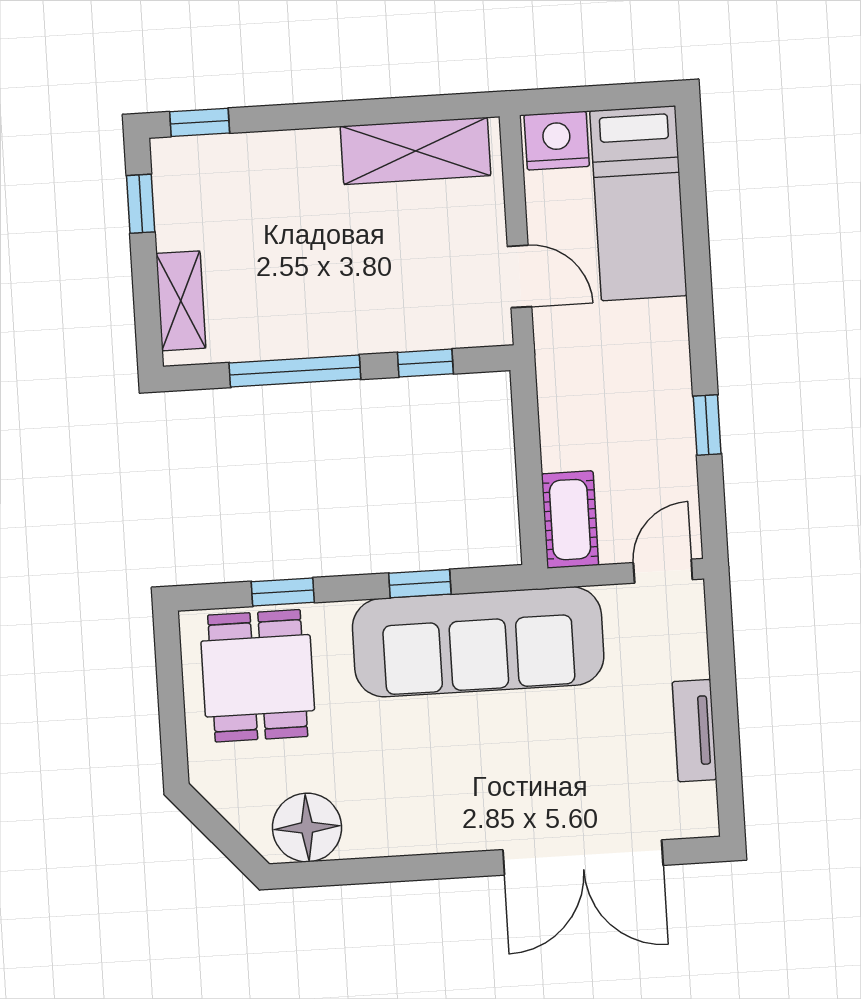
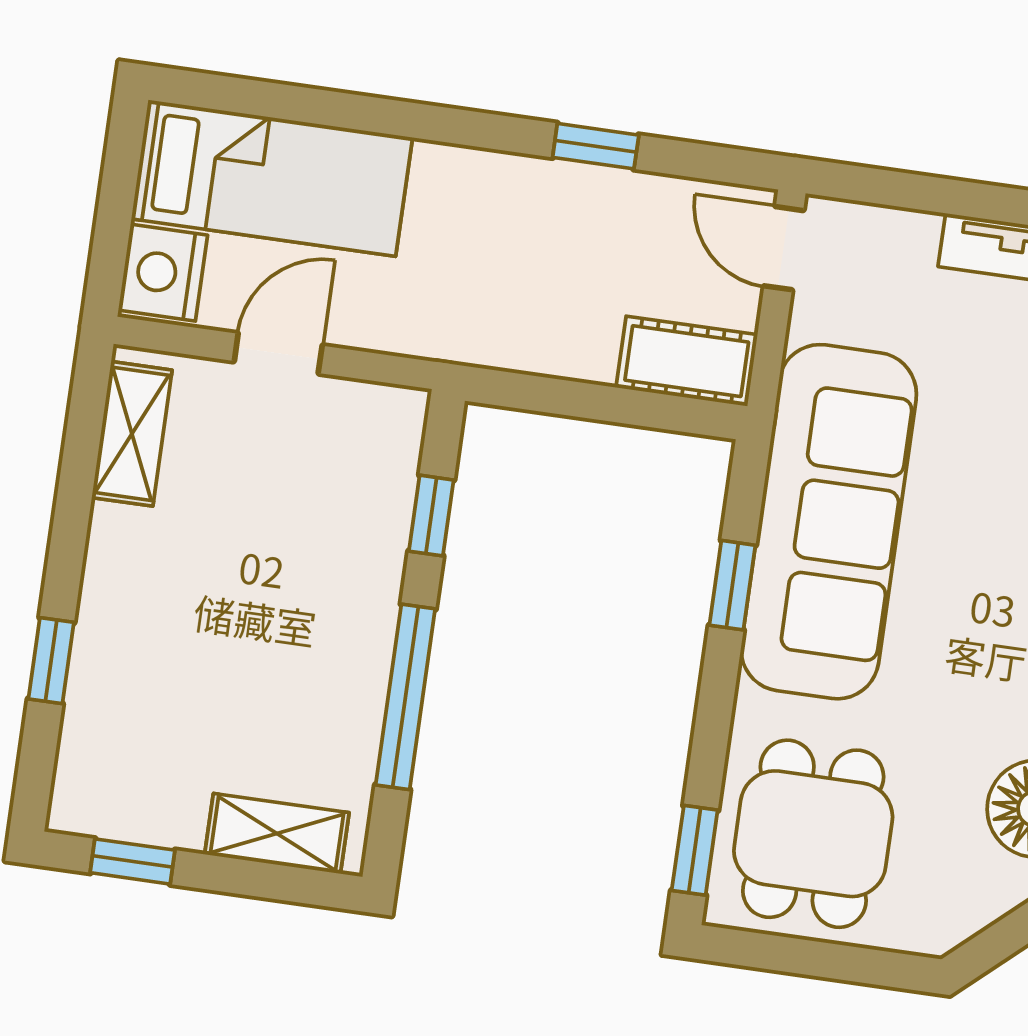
window: (200, 122) -> (51, 661), moved
shelving: (416, 151) -> (132, 434), width x0.67, depth x0.75
door: (519, 276) -> (278, 353), moved
window: (283, 592) -> (695, 850), moved
dining table: (258, 676) -> (813, 834), turned 90

